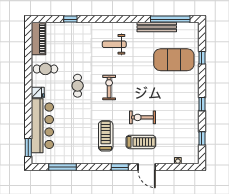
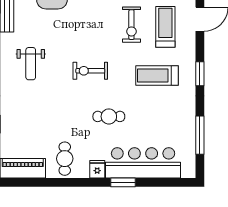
cafe table: (78, 86) -> (109, 116), moved
window: (28, 147) -> (123, 182), moved
window: (120, 167) -> (200, 74), moved

